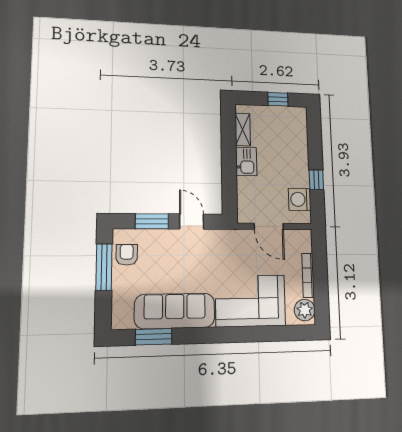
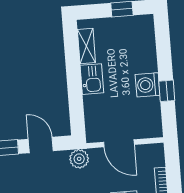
washing machine: (300, 199) -> (148, 85), moved
plant: (229, 239) -> (79, 159), added

